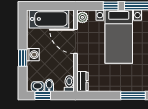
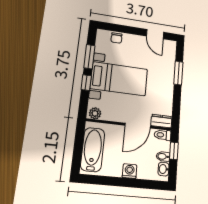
door: (75, 41) -> (138, 126), moved
window: (23, 58) -> (132, 183), removed
window: (43, 96) -> (174, 151), moved

